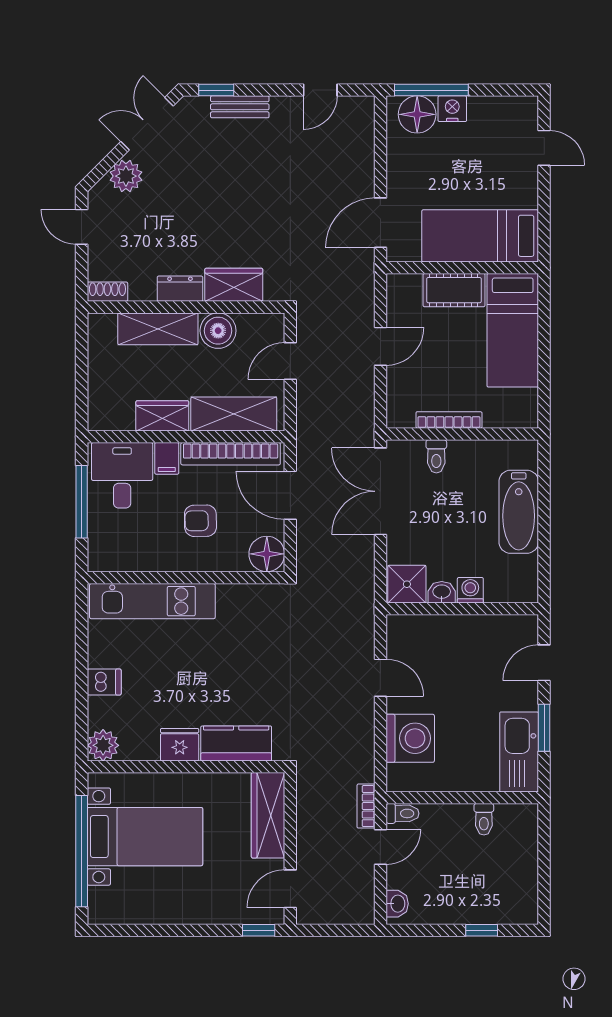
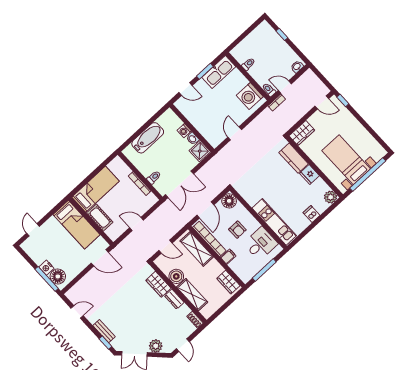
wardrobe: (162, 416) -> (228, 282), moved
desk: (122, 475) -> (261, 244), moved, turned 180
washing machine: (410, 738) -> (250, 96), moved, turned -90
wardrobe: (268, 815) -> (302, 133), width x0.67

